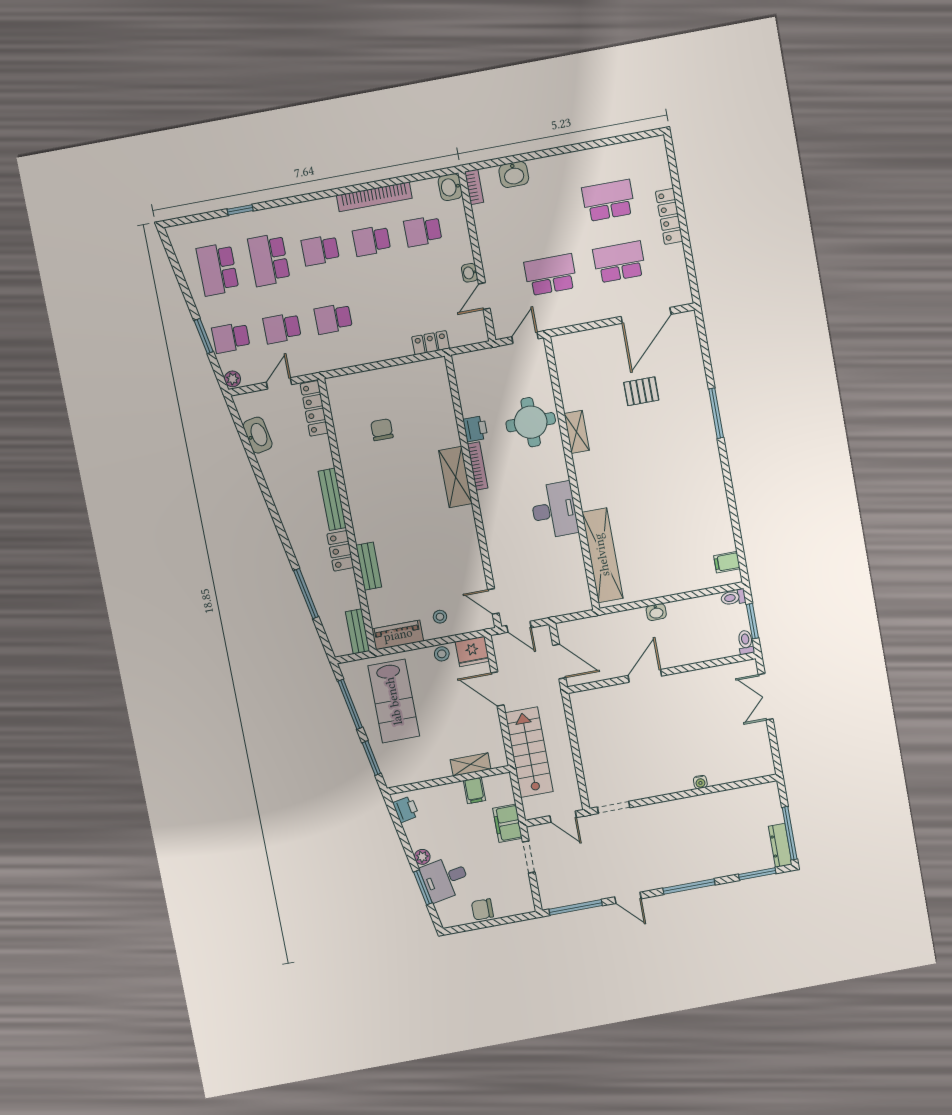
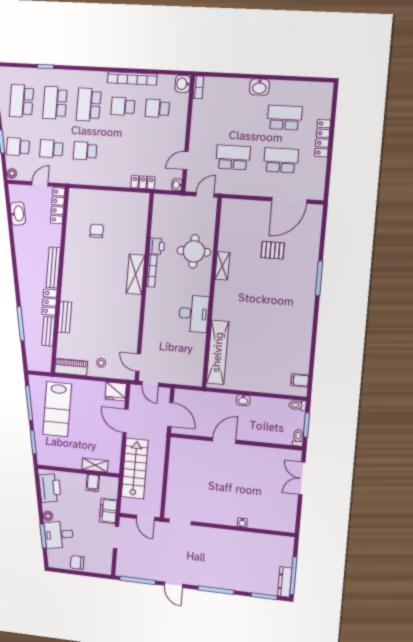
washbasin: (514, 174) -> (259, 87), moved
school desk: (320, 250) -> (89, 105), width x1.85
washbasin: (470, 273) -> (177, 185), moved
bench: (358, 631) -> (48, 331), moved
stool: (442, 654) -> (96, 387), removed
printer: (406, 809) -> (50, 488), width x1.87, depth x1.48

